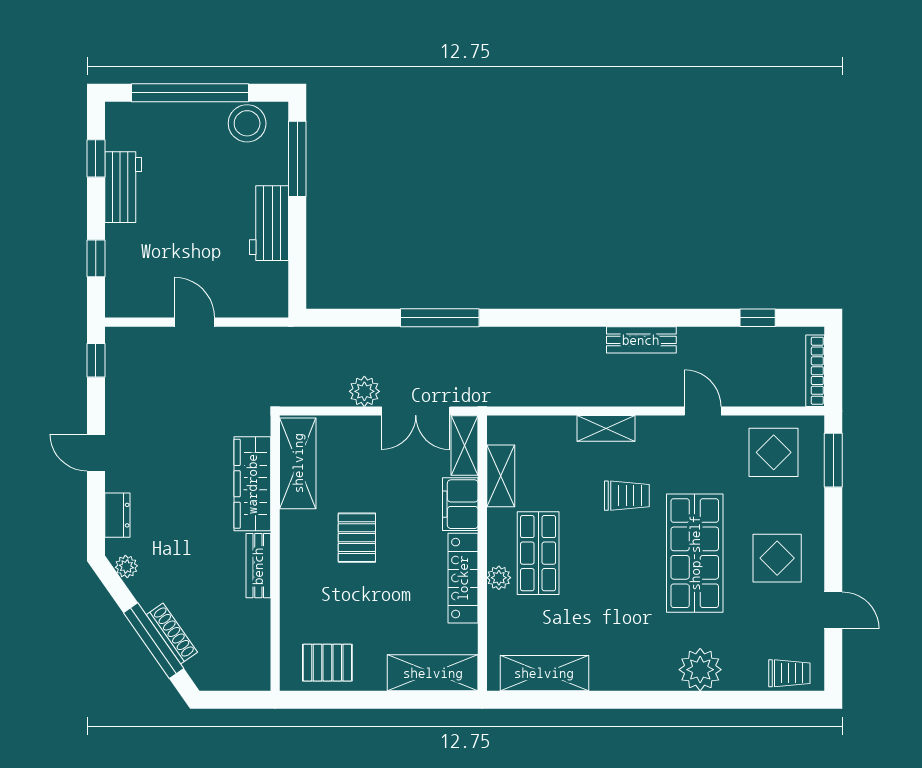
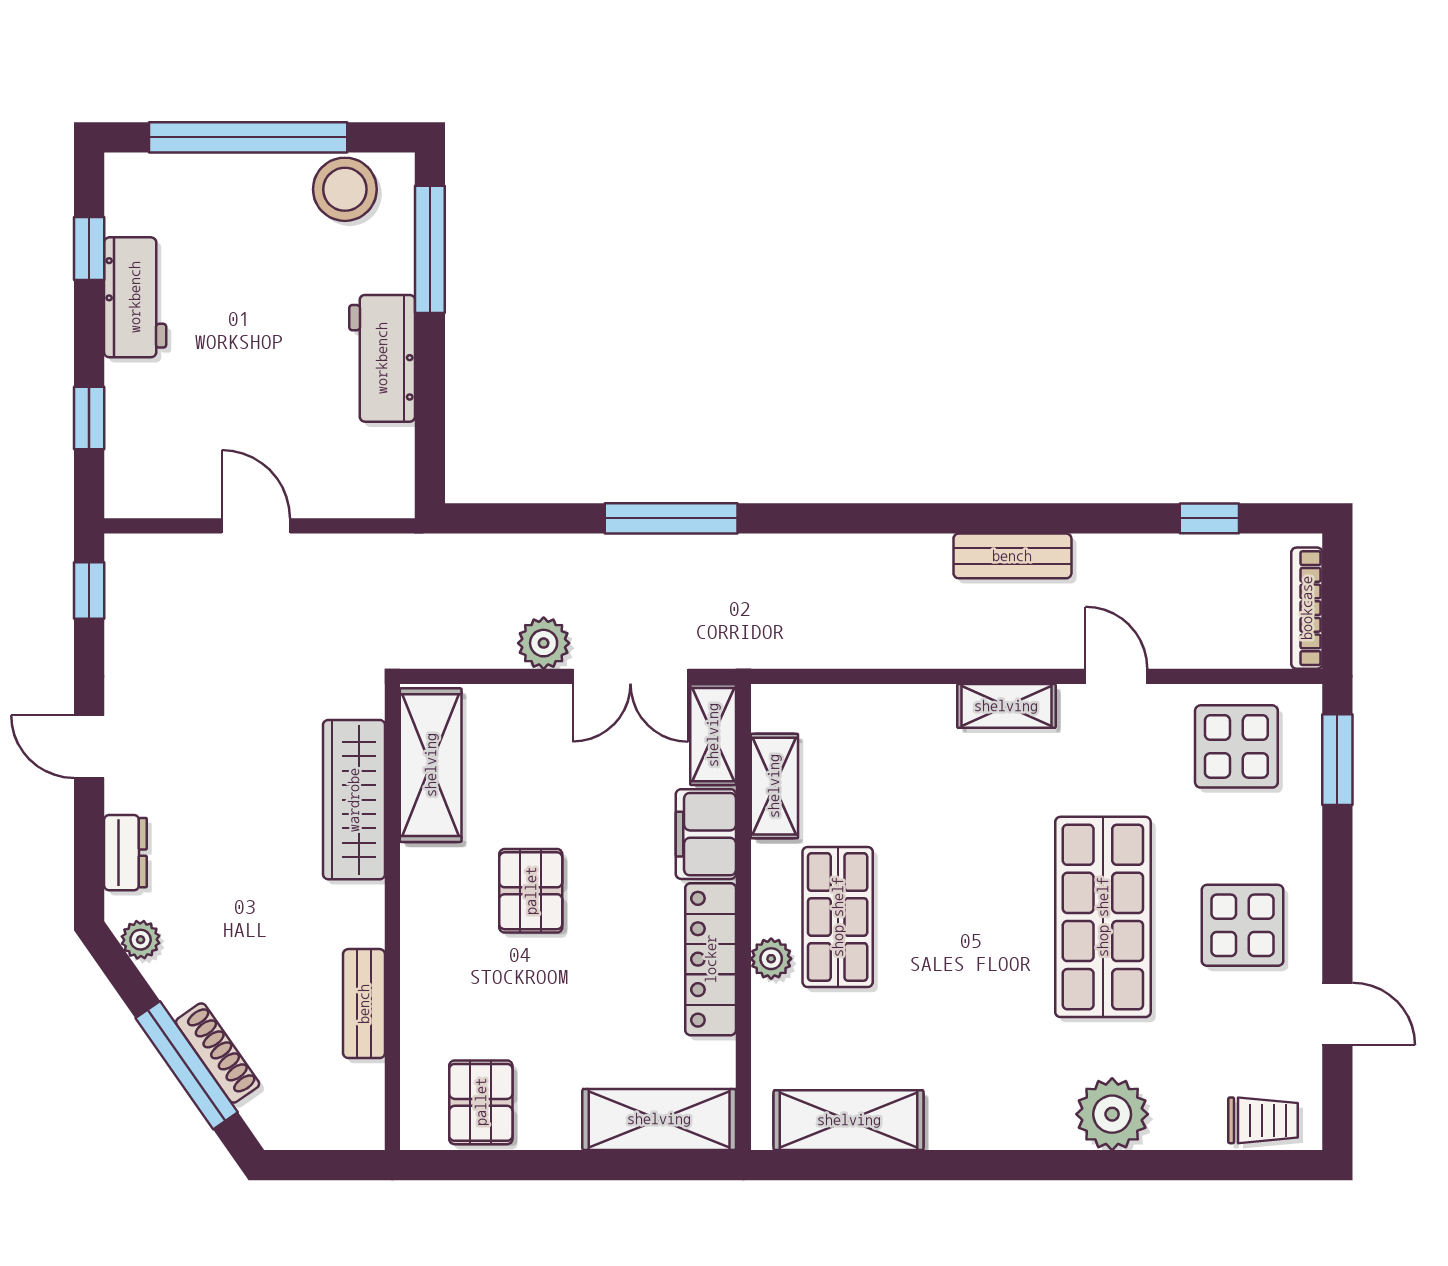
shelving: (606, 428) -> (1006, 706), moved
trolley: (627, 496) -> (988, 820), removed
bench: (258, 566) -> (364, 1004), moved
pallet: (327, 663) -> (481, 1102), turned 90

